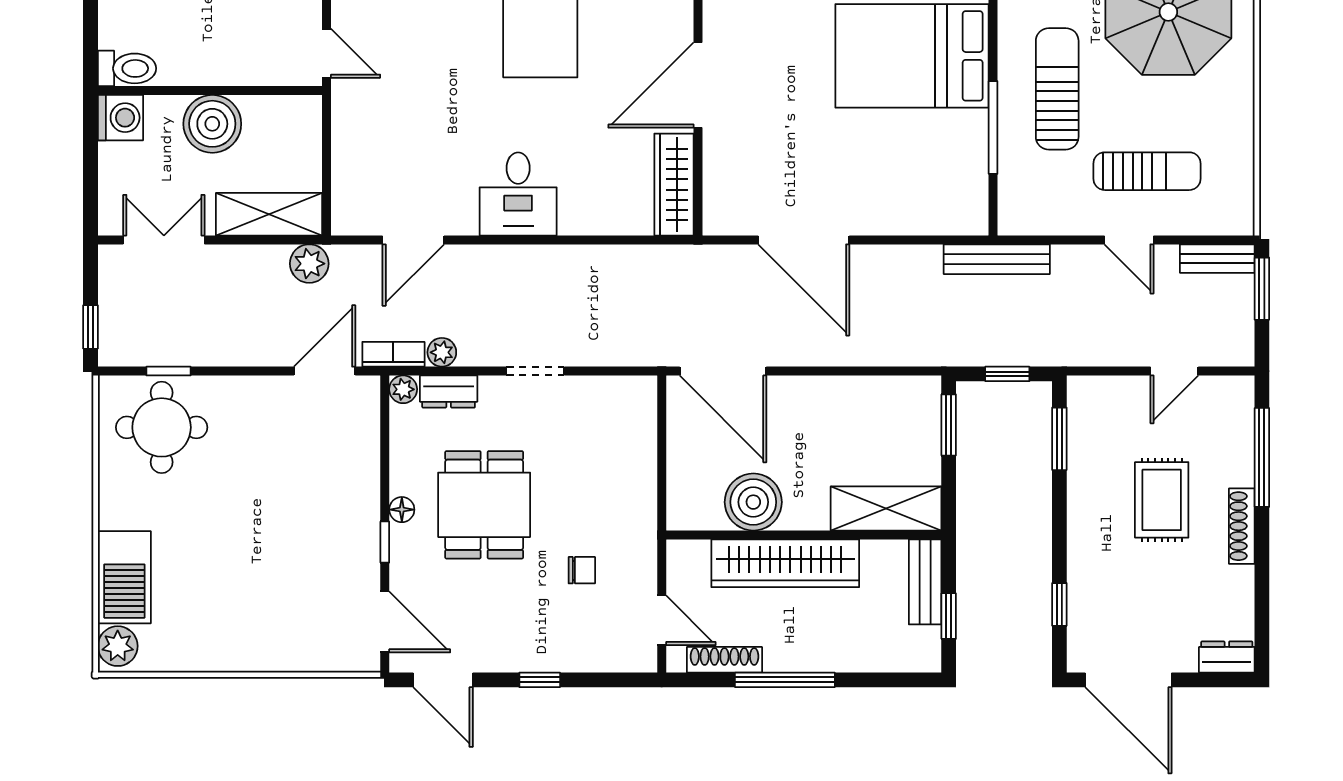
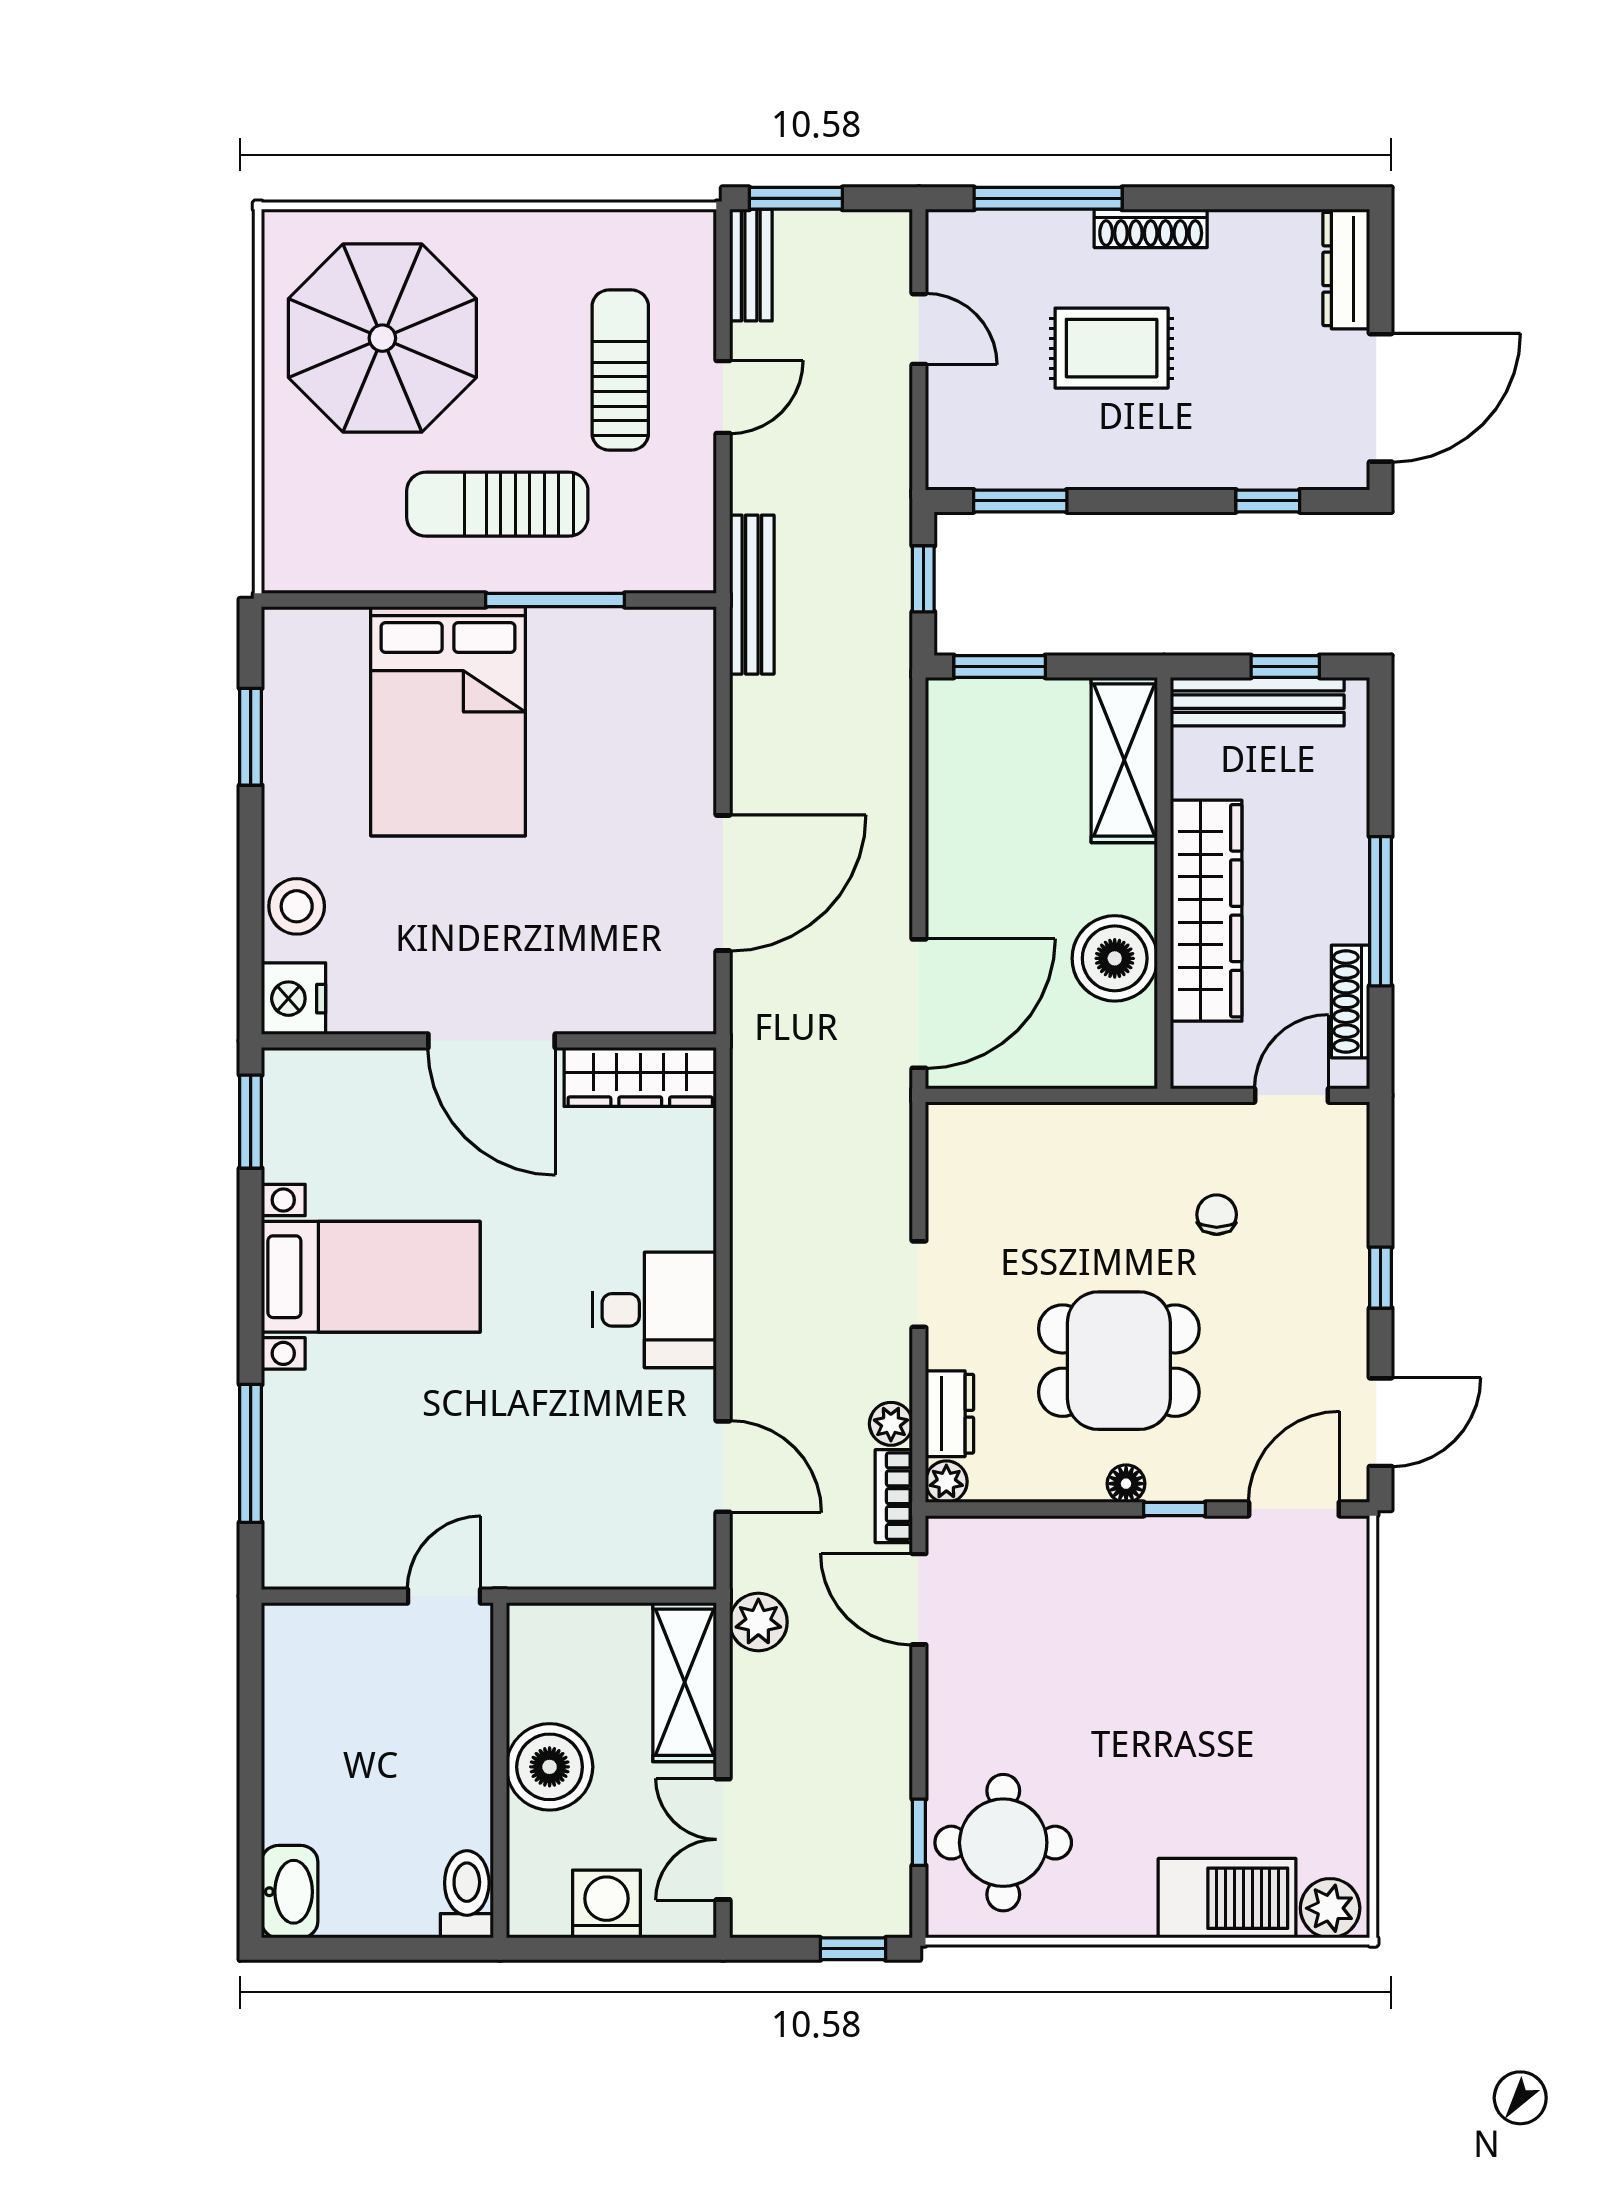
washing machine: (121, 118) -> (607, 1904), moved
bench: (925, 582) -> (1257, 702), width x1.36
dresser: (1227, 657) -> (1346, 269), width x1.44

